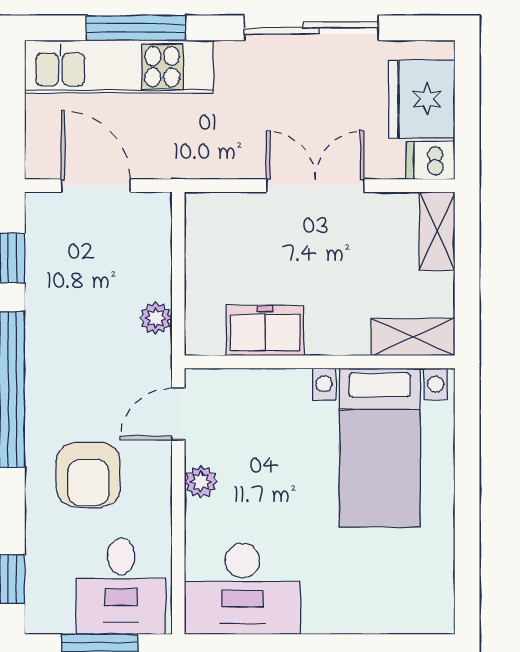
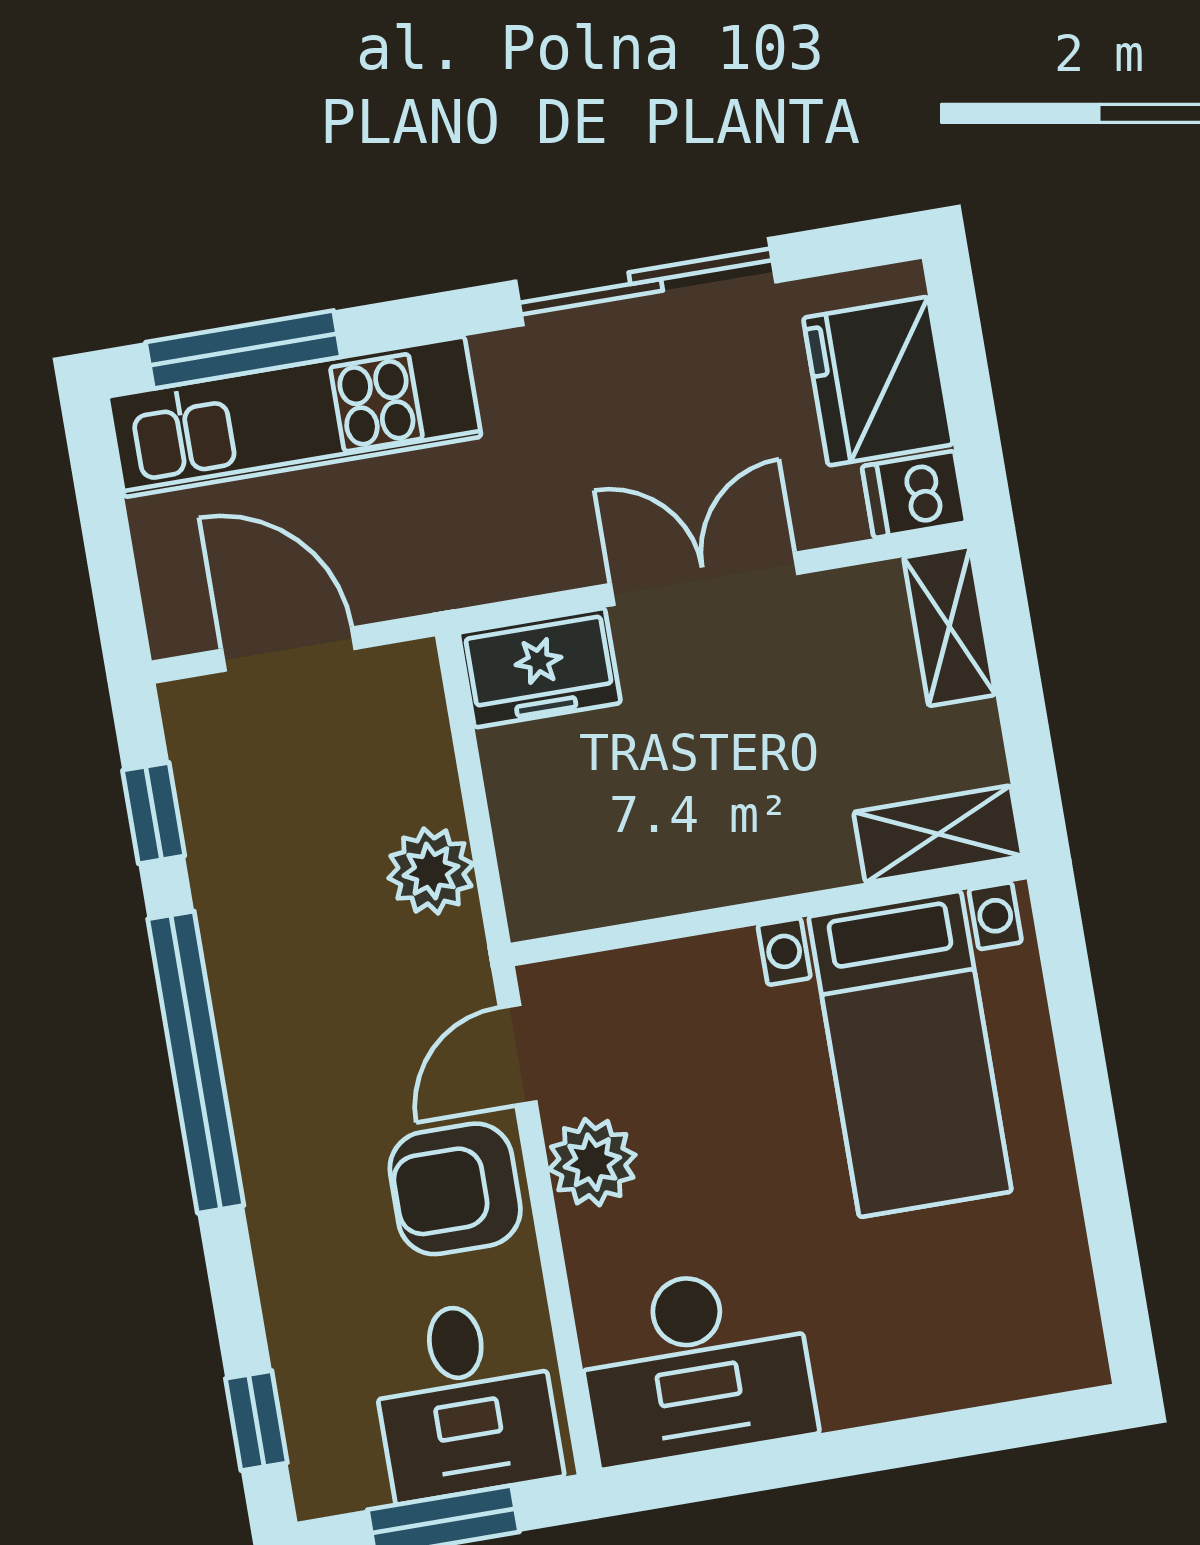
window: (136, 28) -> (243, 350), moved
plant: (156, 318) -> (431, 871), width x1.38, depth x1.38
freezer: (265, 331) -> (540, 668), moved, turned 180
armchair: (88, 475) -> (455, 1189), moved, turned 90
plant: (201, 482) -> (592, 1162), width x1.38, depth x1.38

